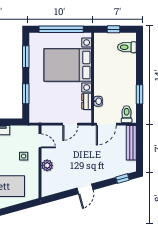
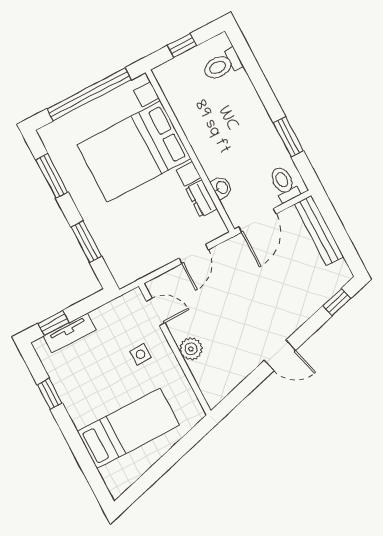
door: (85, 189) -> (280, 355), hinge flipped

